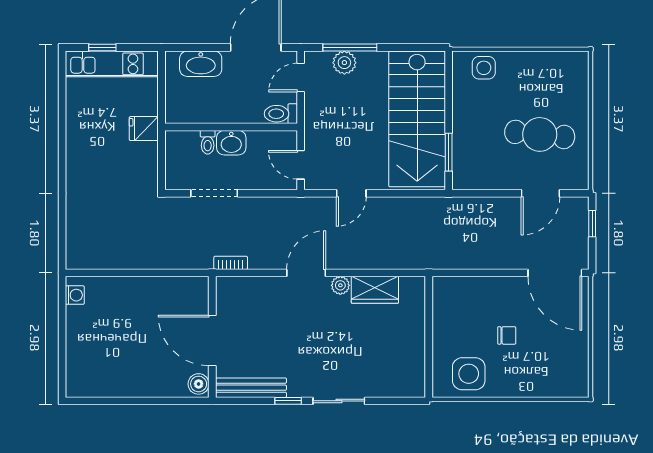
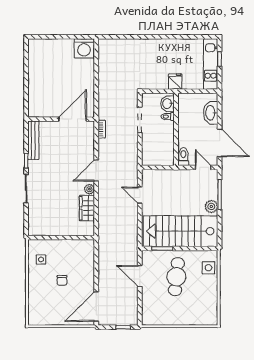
plant: (344, 63) -> (211, 206), moved
cafe table: (540, 134) -> (176, 277), moved
washbasin: (231, 143) -> (167, 104), moved
door: (301, 165) -> (155, 167), removed
door: (540, 193) -> (140, 276), moved
door: (306, 273) -> (96, 170), swing flipped
washing machine: (75, 295) -> (84, 48), width x1.89, depth x1.89
door: (212, 340) -> (73, 119), moved
side table: (469, 374) -> (41, 259), width x0.54, depth x0.54
boiler: (199, 384) -> (35, 112), removed

